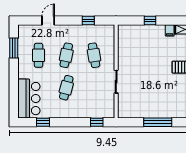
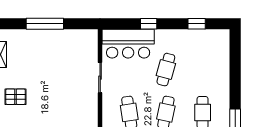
bar counter: (29, 99) -> (128, 44), moved, turned -90
window: (97, 122) -> (149, 24), moved

